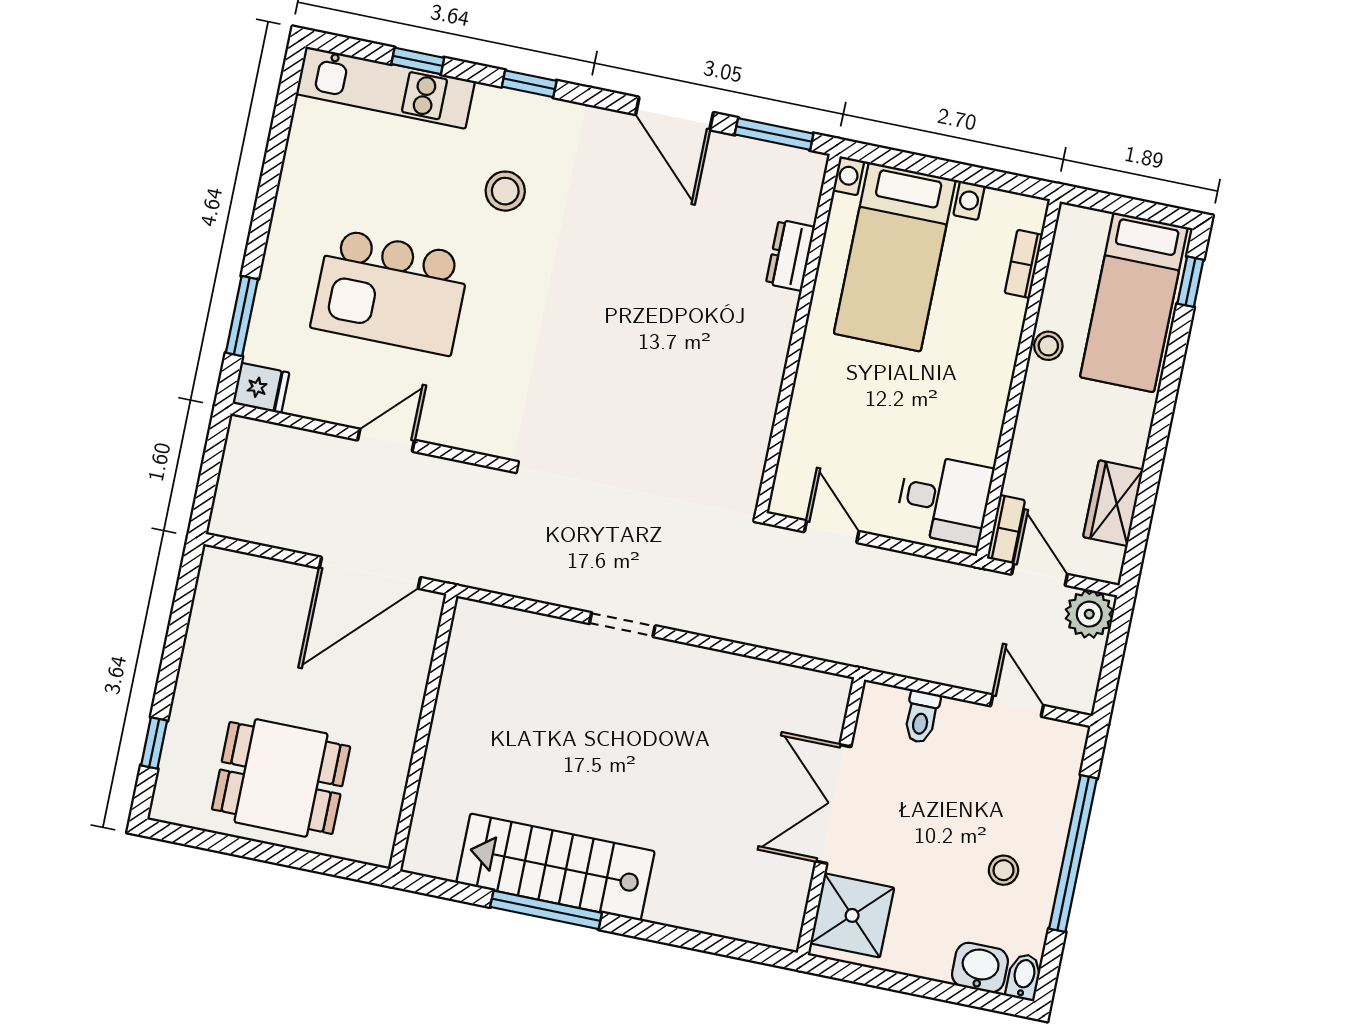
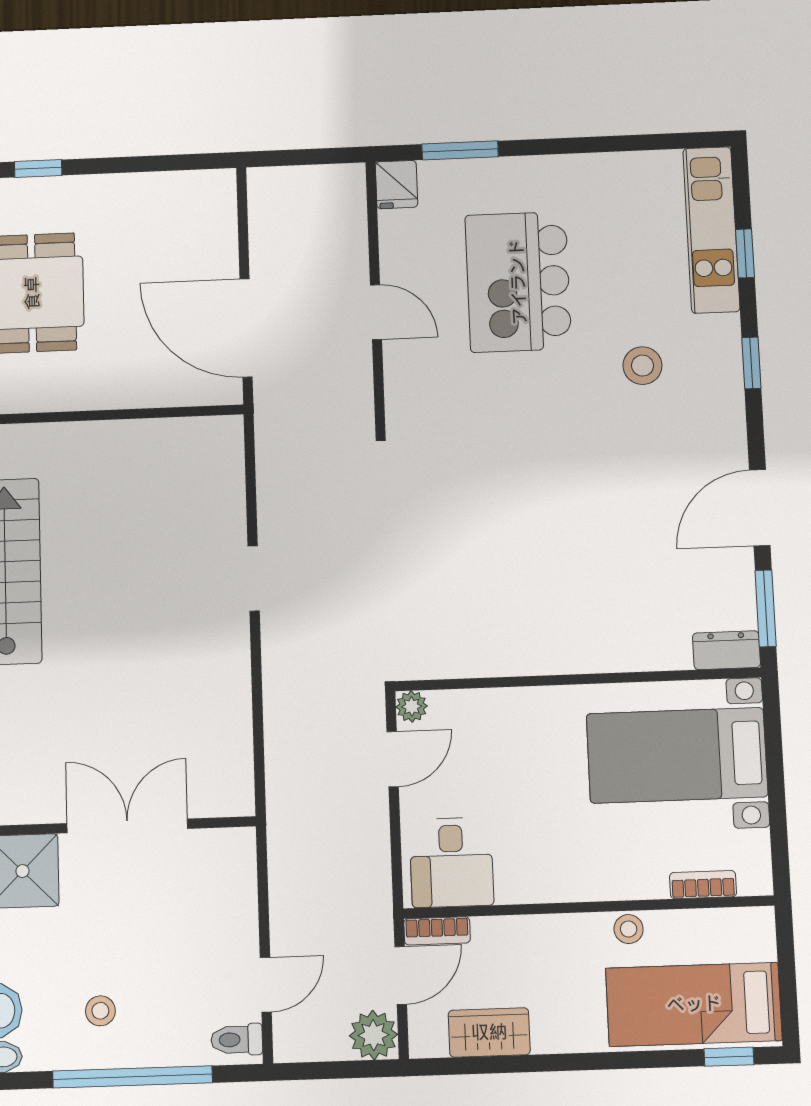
dresser: (790, 255) -> (727, 650), moved
plant: (785, 501) -> (412, 706), added
toilet: (921, 717) -> (237, 1040), moved

